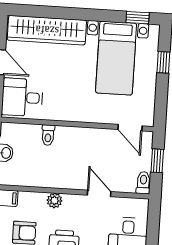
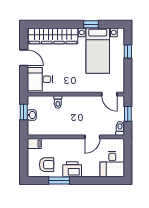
window: (138, 18) -> (91, 24), moved
door: (99, 193) -> (92, 137), swing flipped
plant: (54, 201) -> (64, 143), removed

